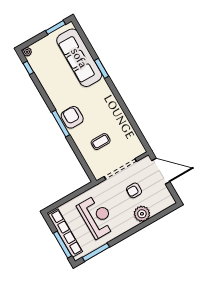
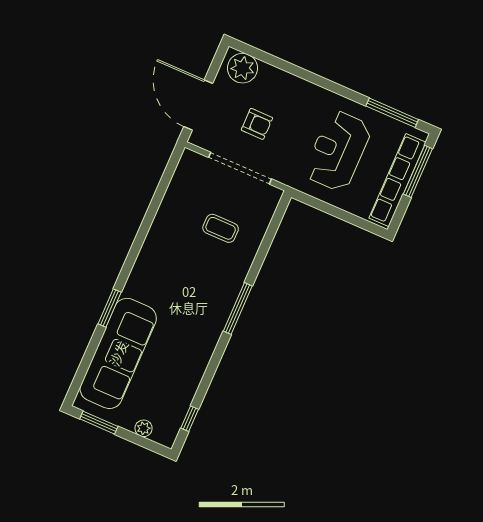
plant: (27, 52) -> (144, 428), moved
armchair: (72, 117) -> (216, 298), removed
plant: (142, 214) -> (242, 68), moved

